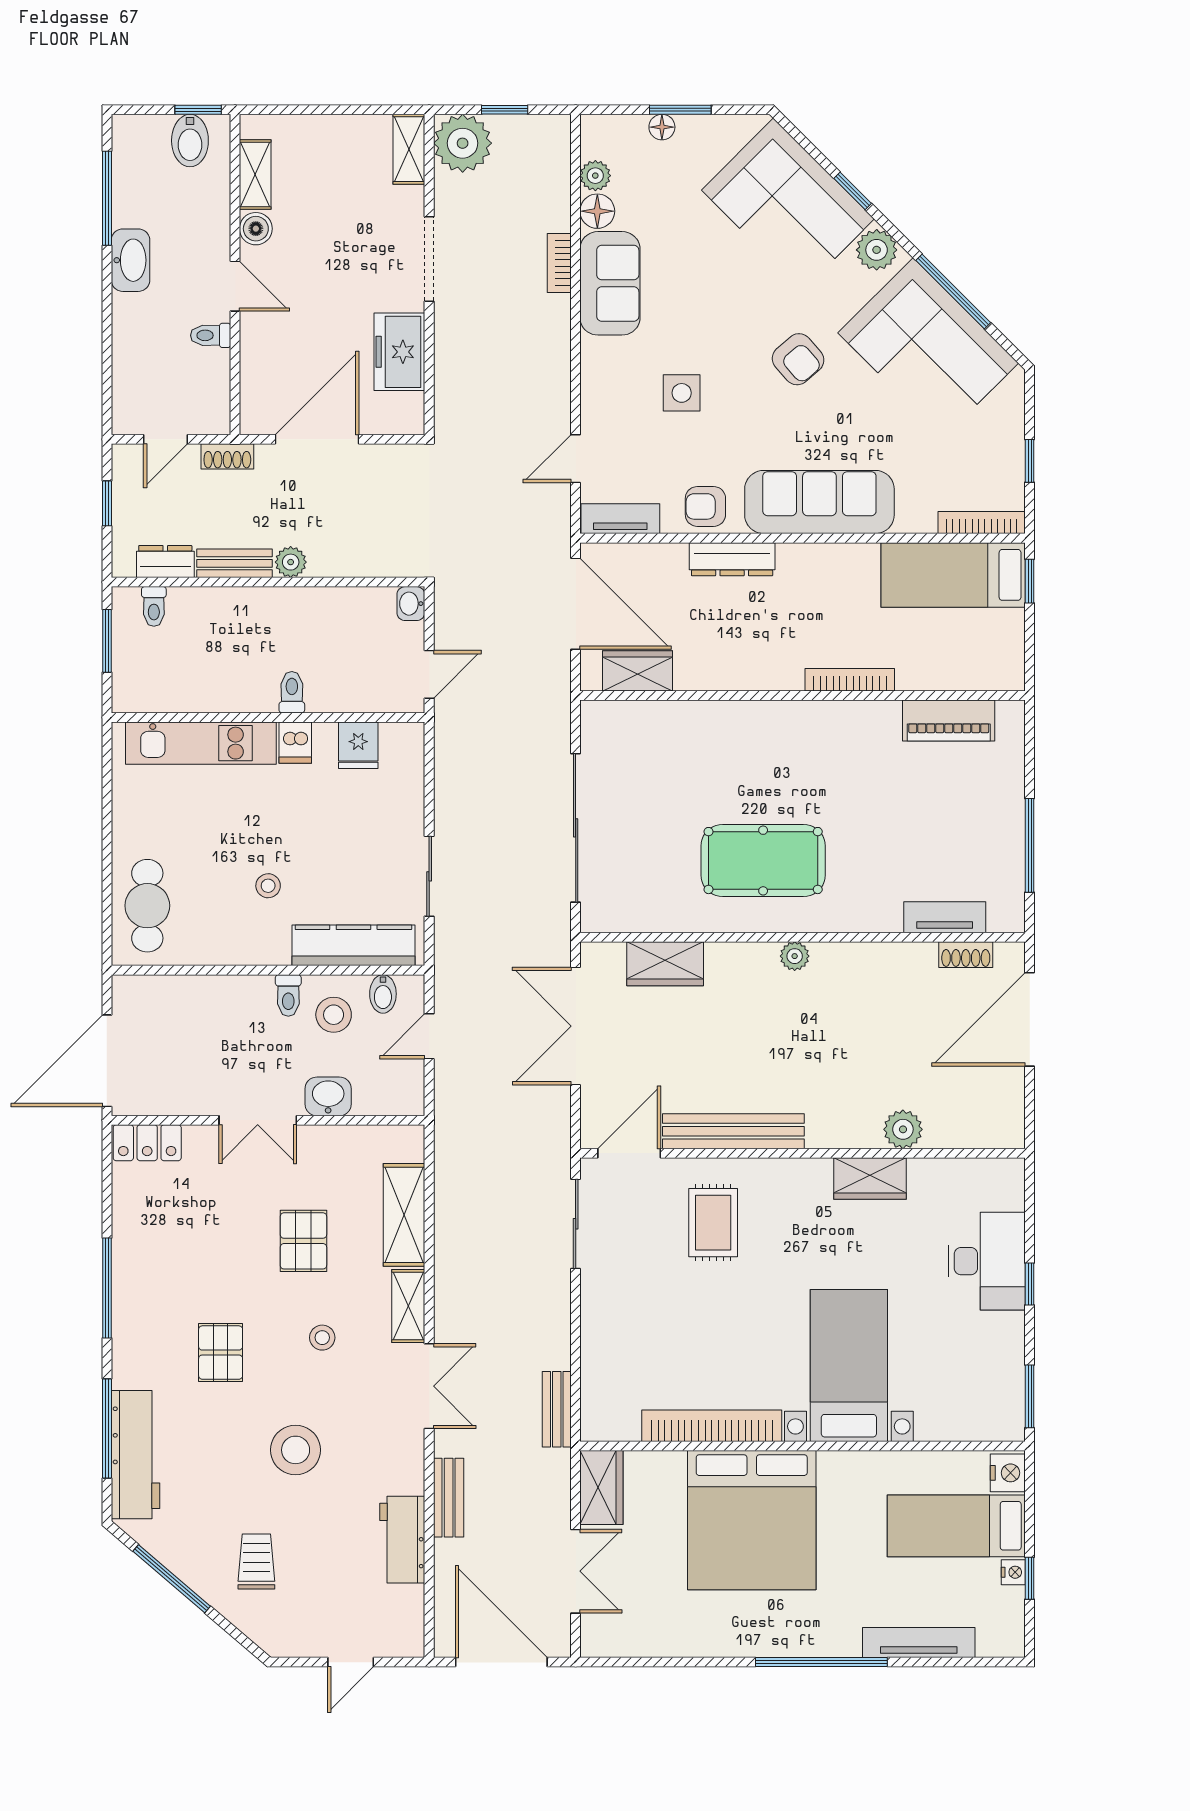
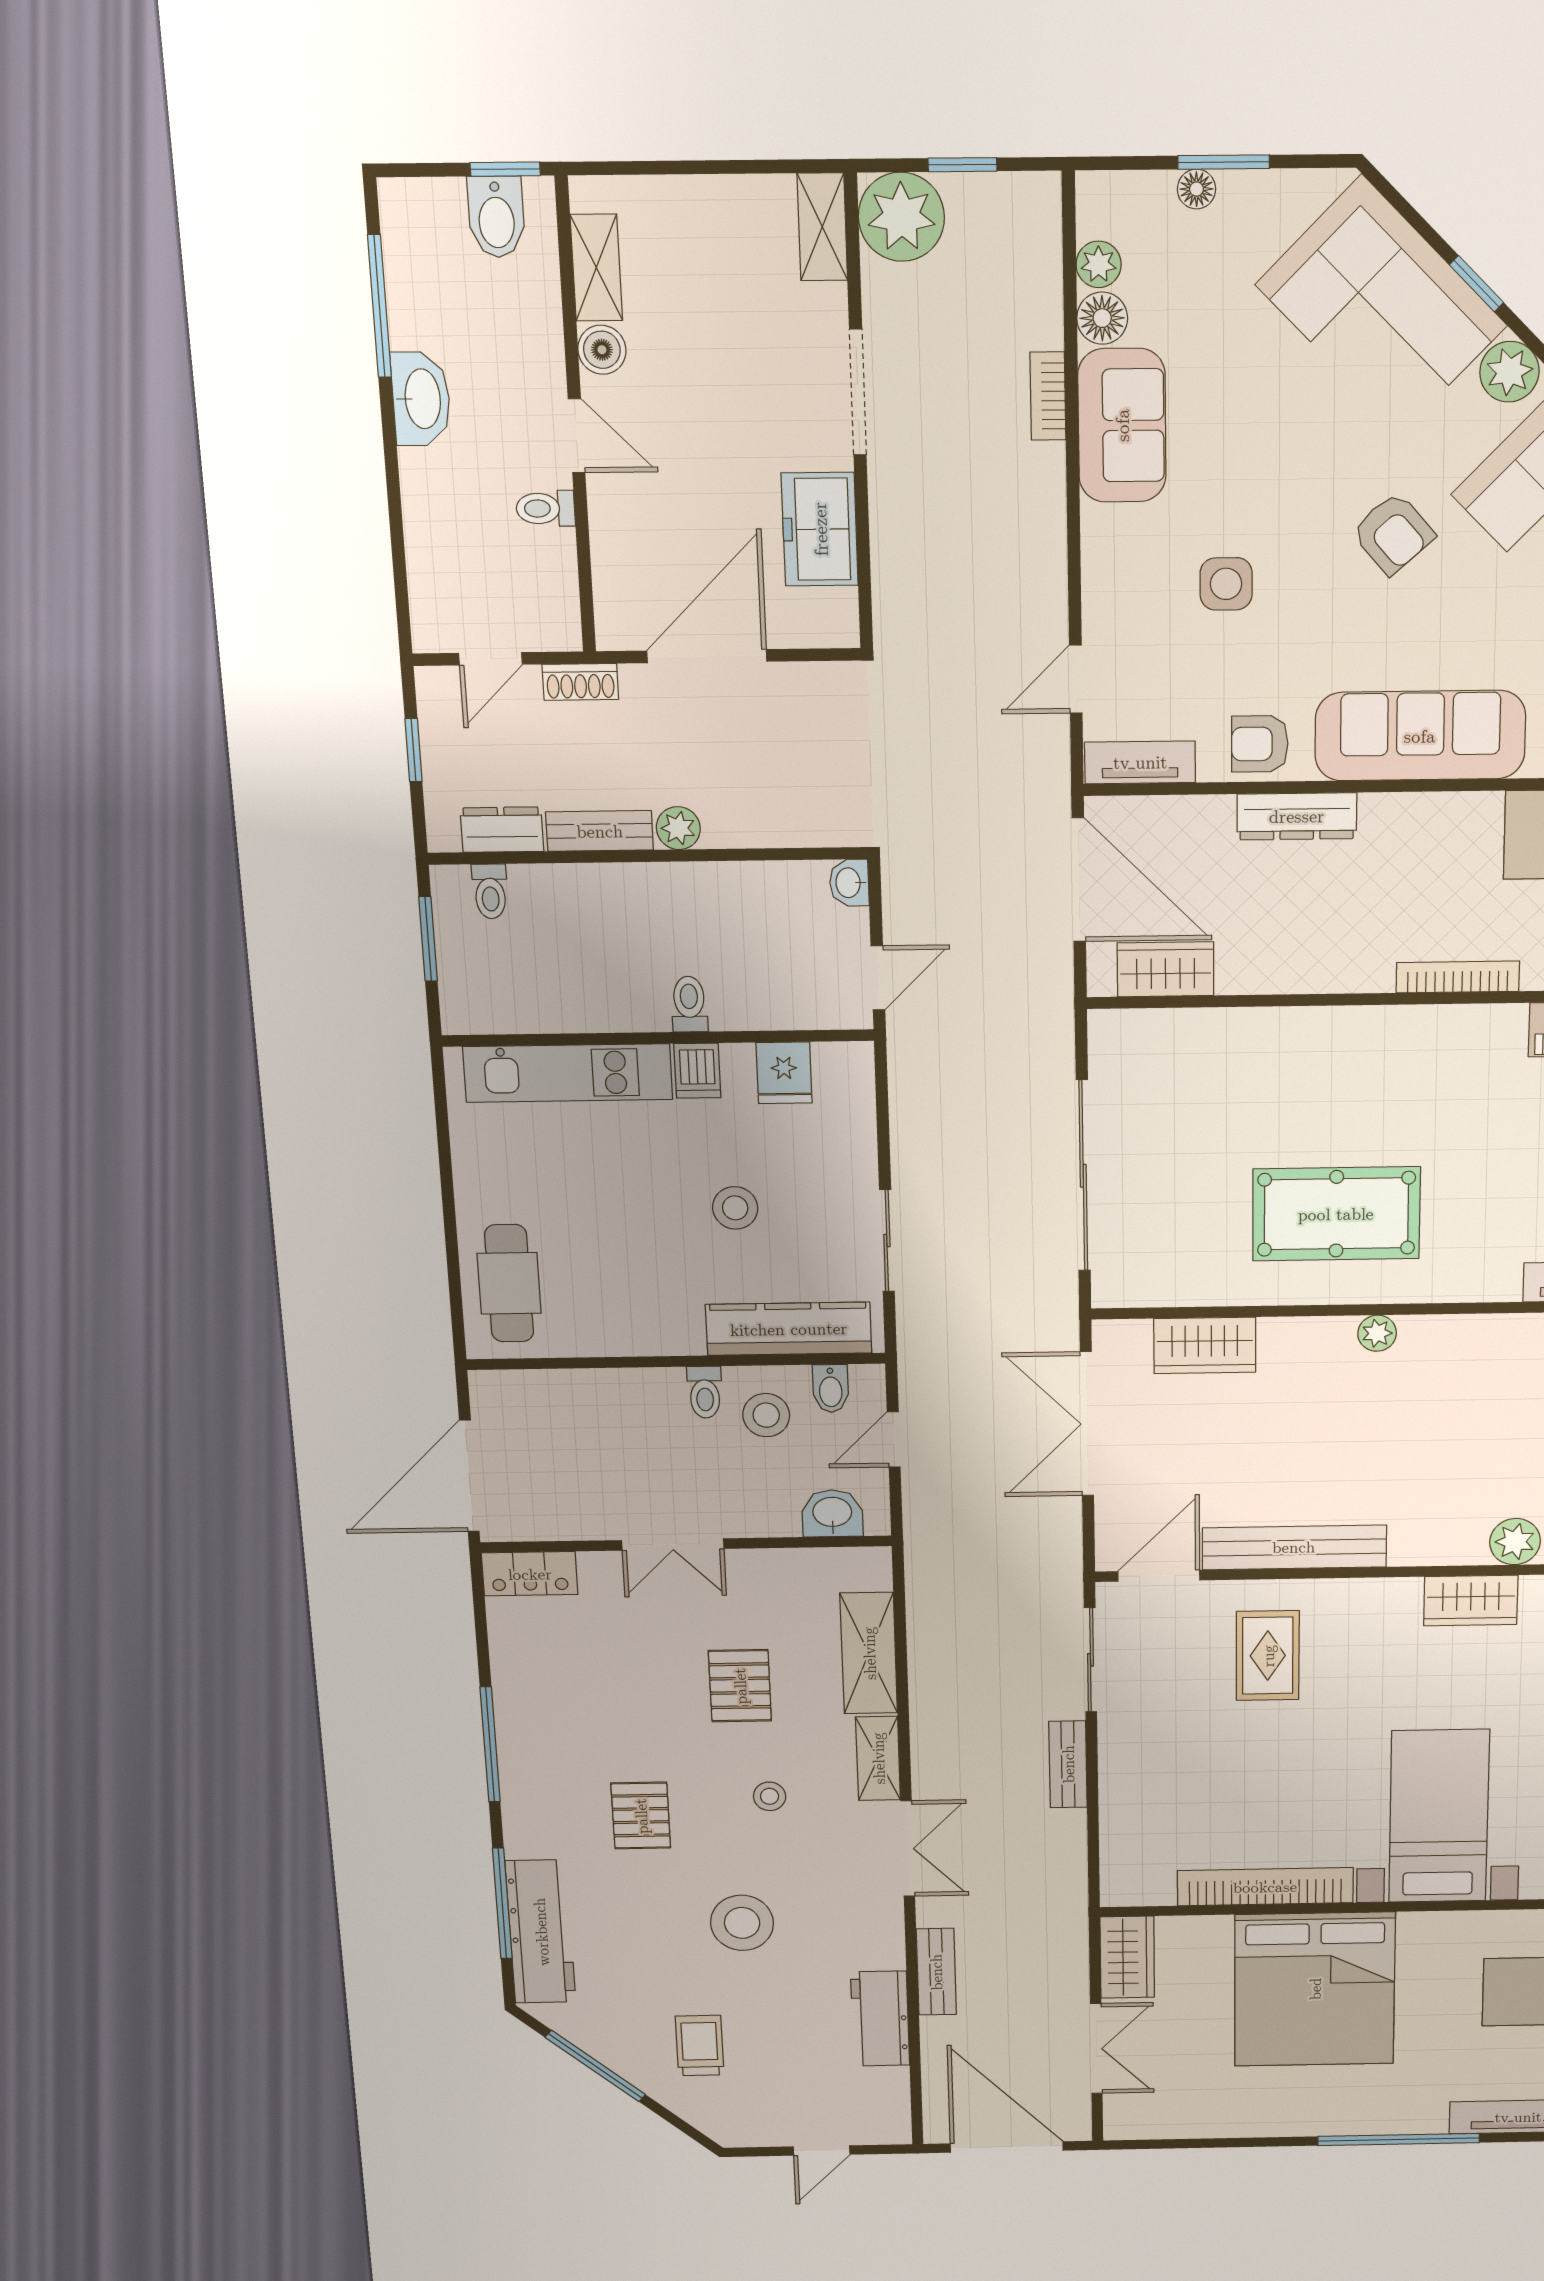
stool: (268, 886) -> (735, 1208), moved, width x1.37, depth x1.37
washbasin: (328, 1096) -> (832, 1513), moved
bench: (557, 1409) -> (1068, 1764), moved

